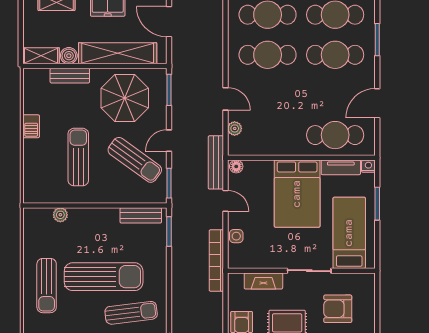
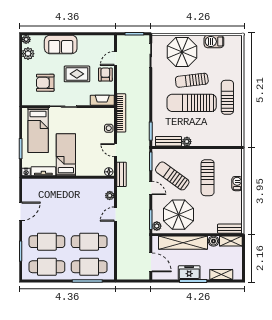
bench: (70, 76) -> (230, 229), moved
plant: (160, 80) -> (157, 226), added
door: (225, 99) -> (115, 214), hinge flipped
barbecue: (31, 126) -> (237, 184), moved
cafe table: (335, 135) -> (47, 191), removed
door: (169, 141) -> (151, 188), hinge flipped
bench: (216, 162) -> (122, 174), width x0.73
bed: (297, 194) -> (66, 155), width x0.67
plant: (60, 215) -> (187, 142), moved
fireplace: (263, 281) -> (102, 100), moved
armchair: (338, 309) -> (45, 83), turned 180
sun lounger: (131, 313) -> (192, 80), moved

